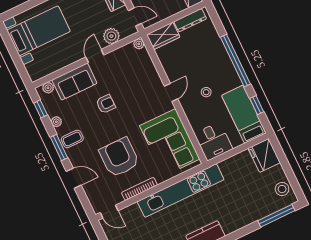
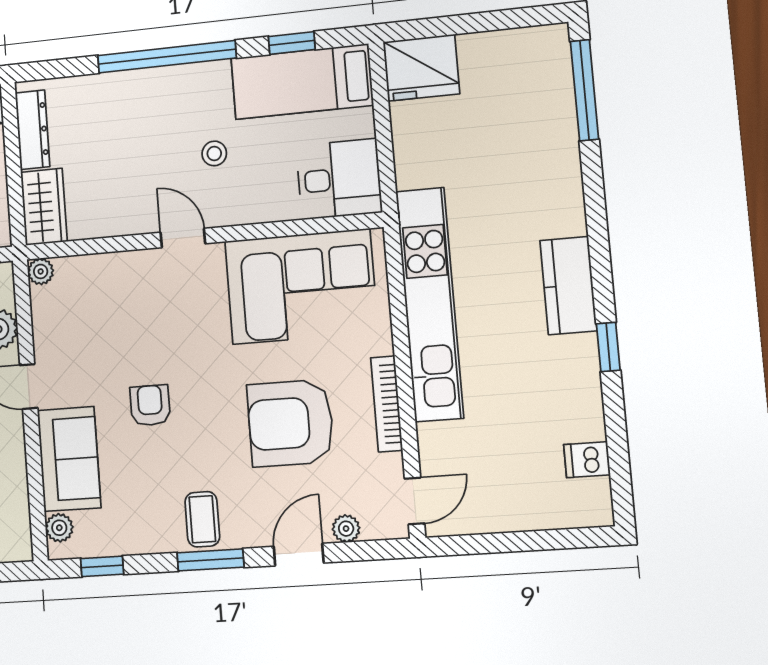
plant: (56, 122) -> (346, 529), moved
stool: (282, 189) -> (522, 53), removed

